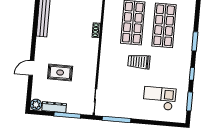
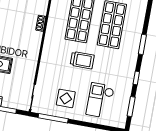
trolley: (139, 62) -> (82, 60), turned 180
checkout: (159, 98) -> (100, 100), turned -90
display table: (127, 99) -> (66, 98), added

